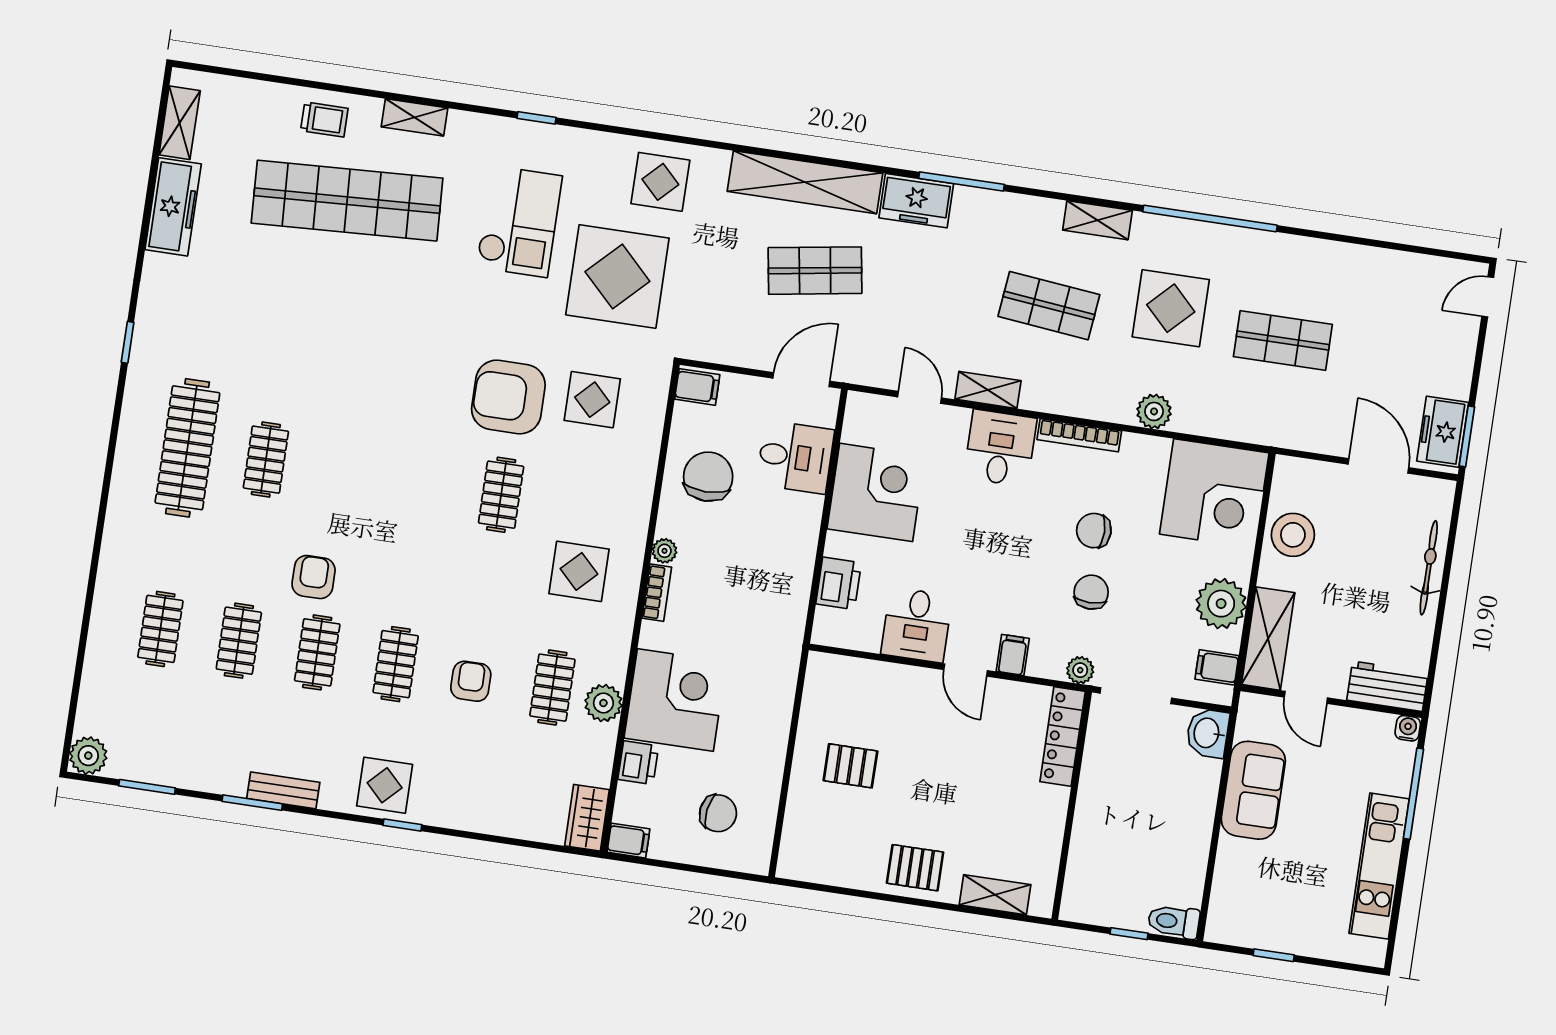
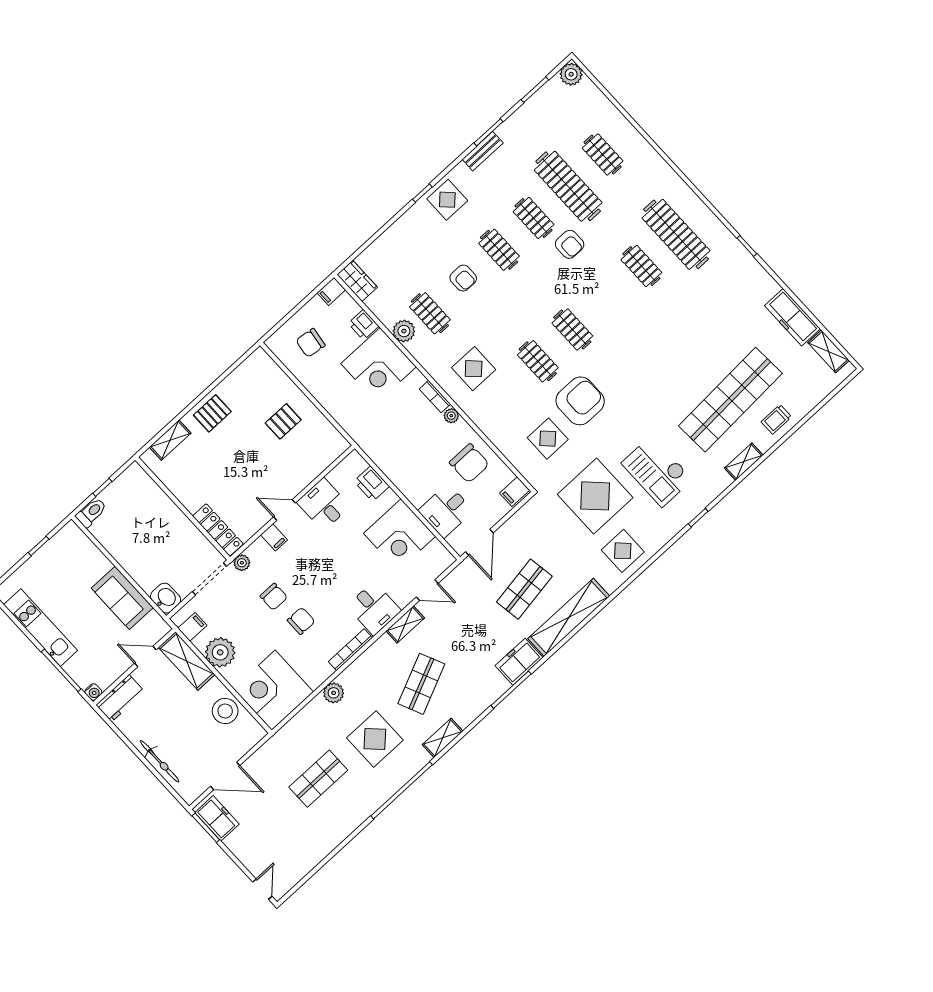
shop shelf: (1049, 306) -> (421, 684), turned -30
clothes rail: (423, 483) -> (572, 330), added
clothes rail: (239, 641) -> (568, 186), width x1.86, depth x1.31

